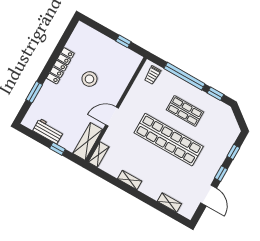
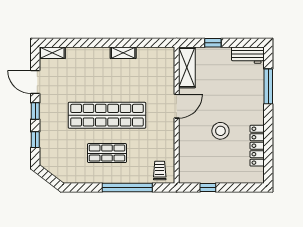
locker: (60, 66) -> (257, 146), moved
window: (34, 92) -> (268, 86), width x1.44
window: (216, 94) -> (86, 188), removed
workbench: (48, 131) -> (247, 55), moved
shelving: (99, 155) -> (168, 61), removed
shelving: (169, 203) -> (52, 53), moved

